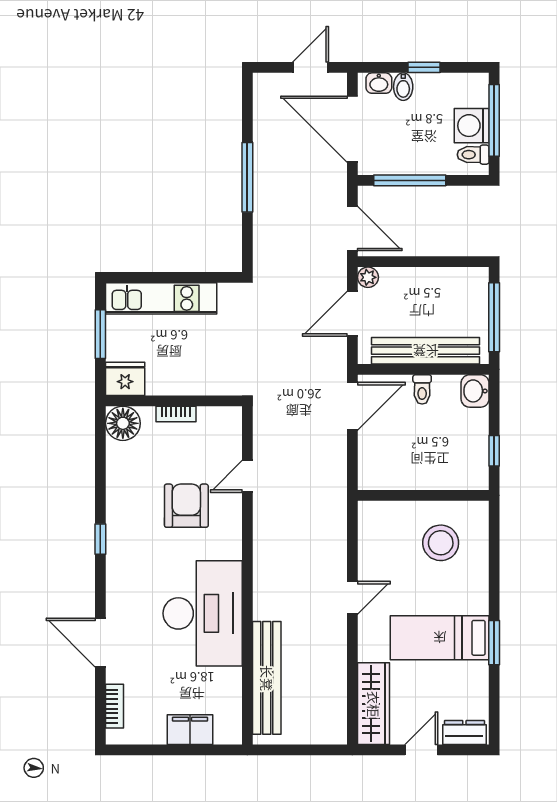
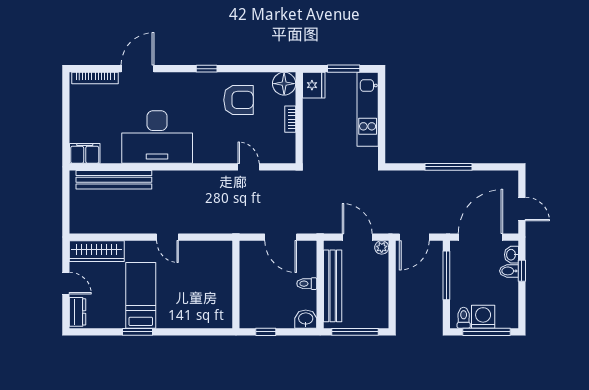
window: (424, 67) -> (522, 271), moved
door: (352, 406) -> (281, 237), moved
armchair: (186, 506) -> (238, 100), moved
stool: (441, 543) -> (204, 296), removed
bookcase: (115, 706) -> (95, 78), width x1.56
filing cabinet: (190, 730) -> (85, 153), moved, turned -90

